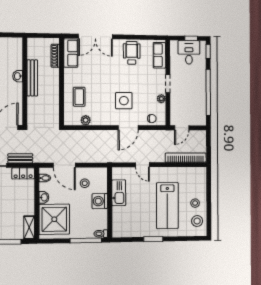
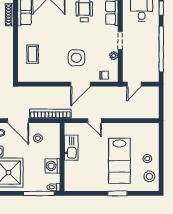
plant: (86, 120) -> (39, 77), removed
bookcase: (186, 158) -> (50, 114), moved
washing machine: (100, 201) -> (53, 166), moved
window: (153, 239) -> (117, 193), moved

